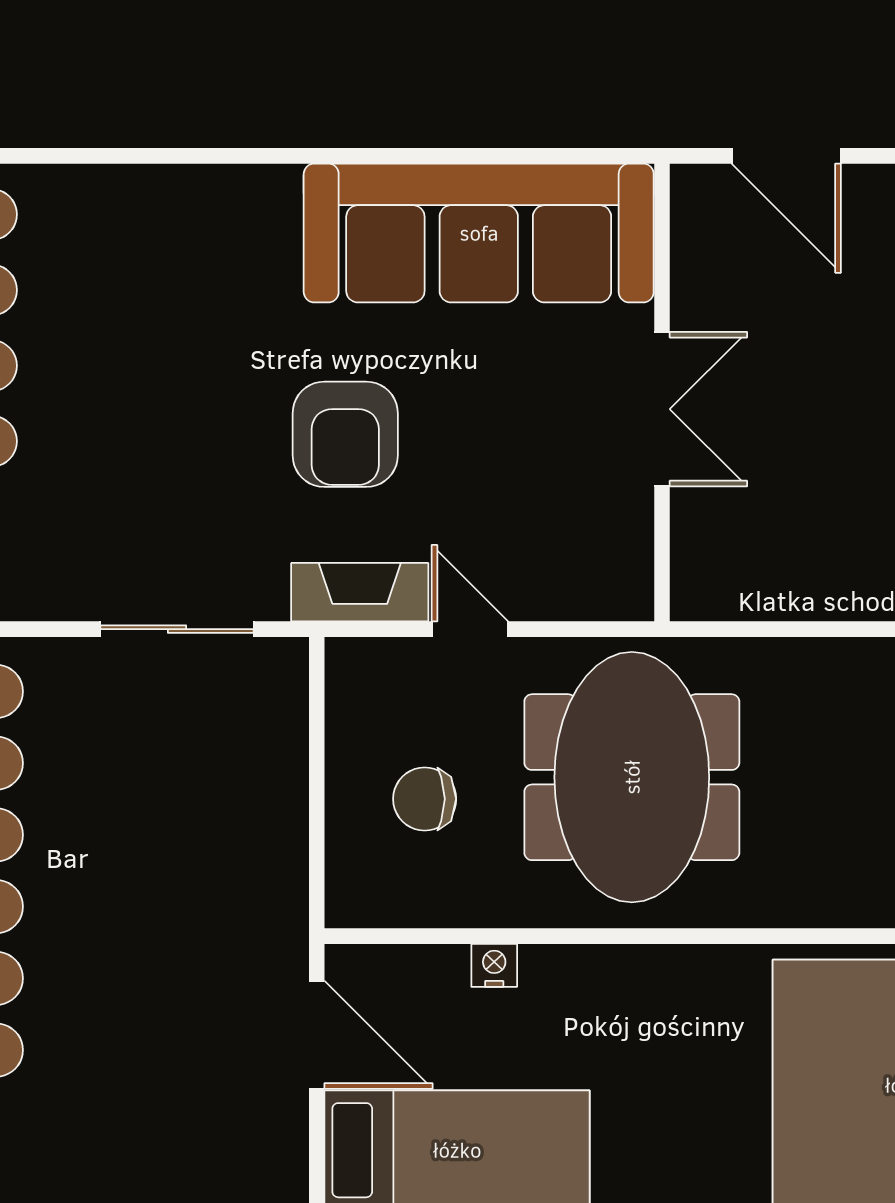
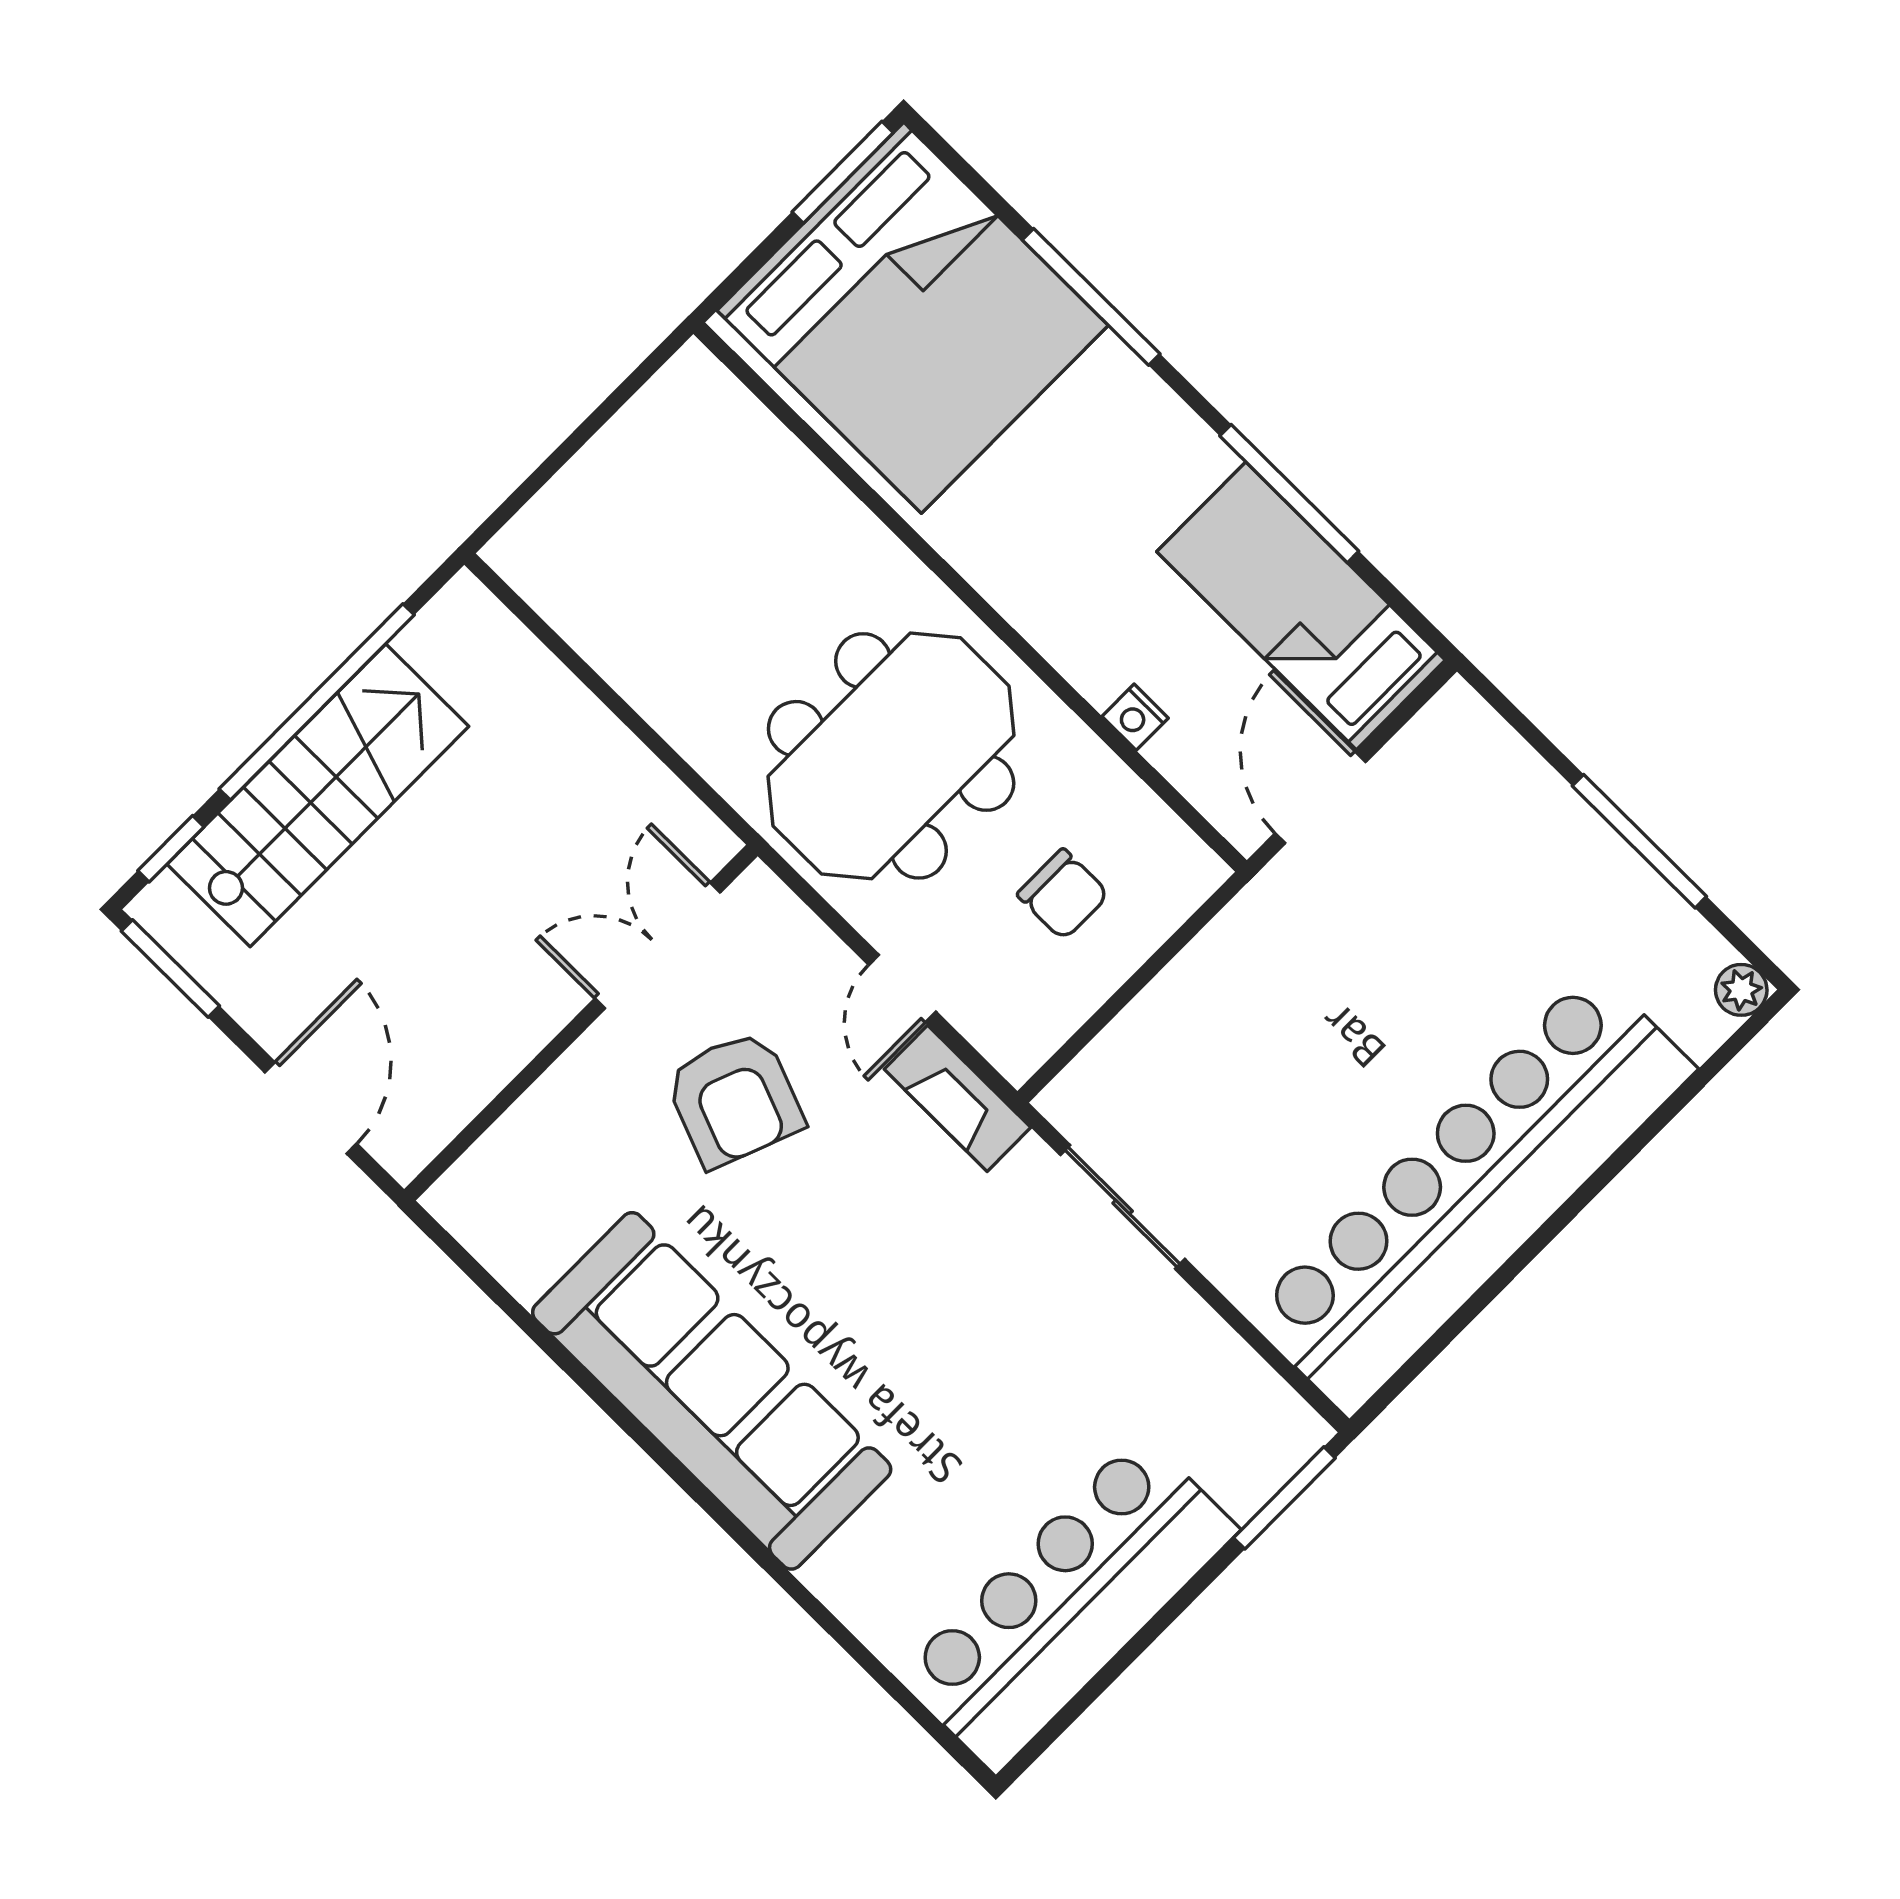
sofa: (479, 233) -> (712, 1391), moved
double door: (662, 409) -> (658, 945), moved
armchair: (345, 434) -> (734, 1099), moved, turned 111

